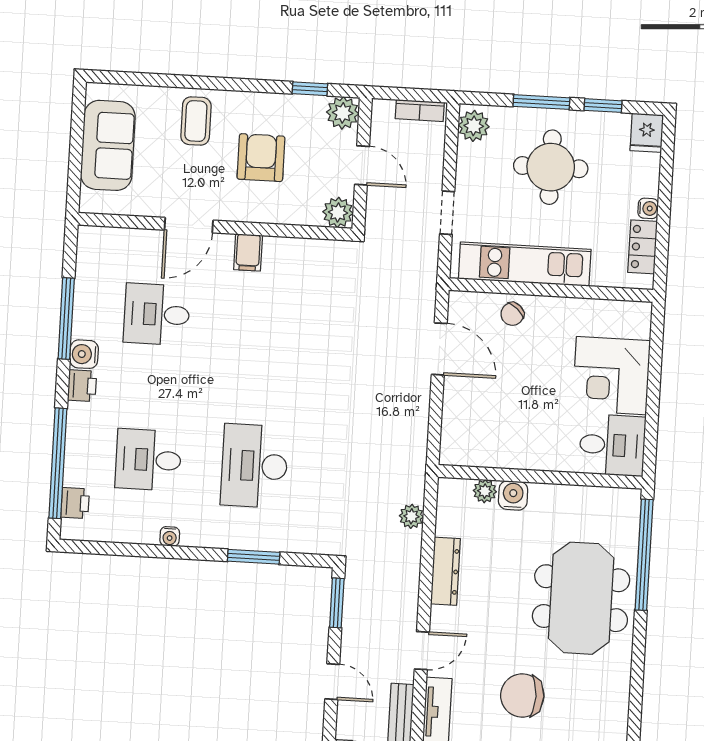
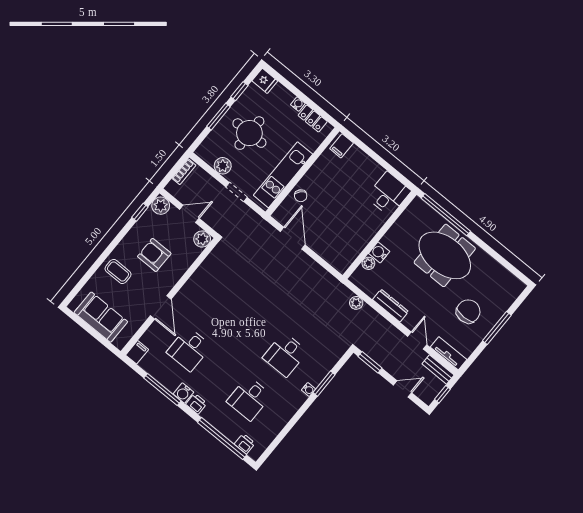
plant: (474, 126) -> (223, 166), moved
filing cabinet: (248, 252) -> (137, 352), moved, turned -90
filing cabinet: (633, 321) -> (342, 146), added
door: (439, 349) -> (293, 238), hinge flipped
corner desk: (611, 376) -> (358, 172), removed
desk: (254, 466) -> (285, 355), width x0.73
water cooler: (170, 536) -> (308, 390), moved
chair: (522, 695) -> (468, 311), turned 180

